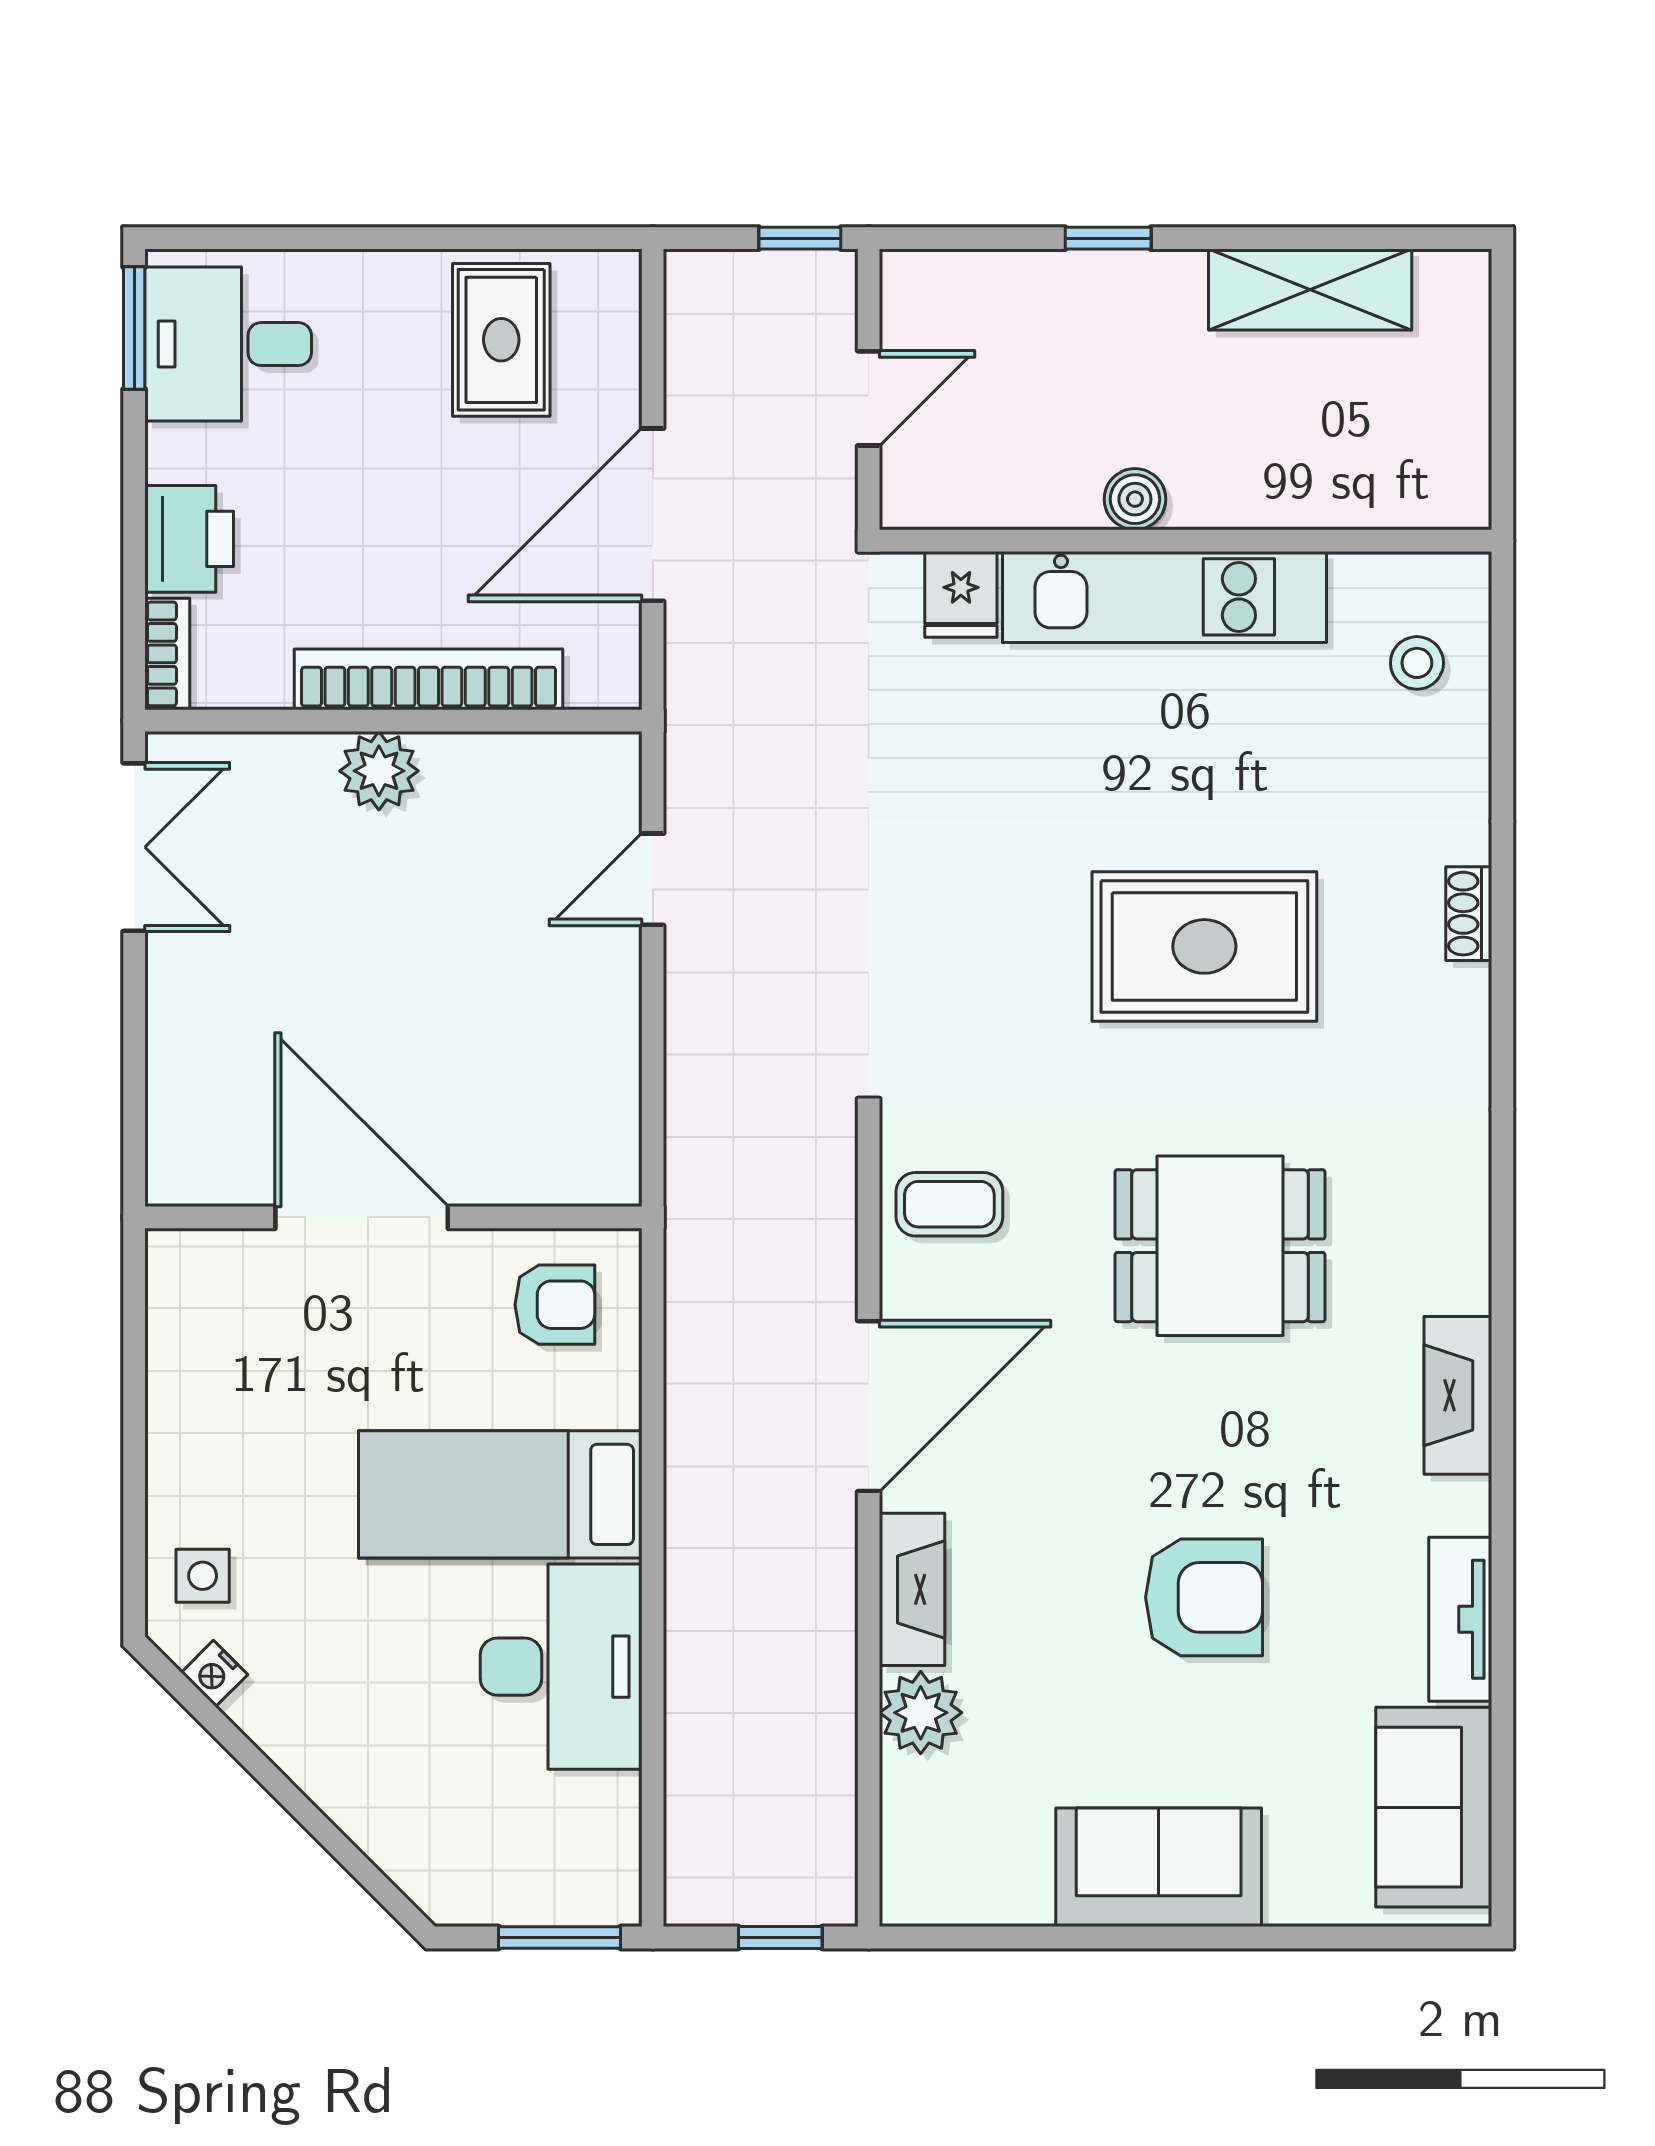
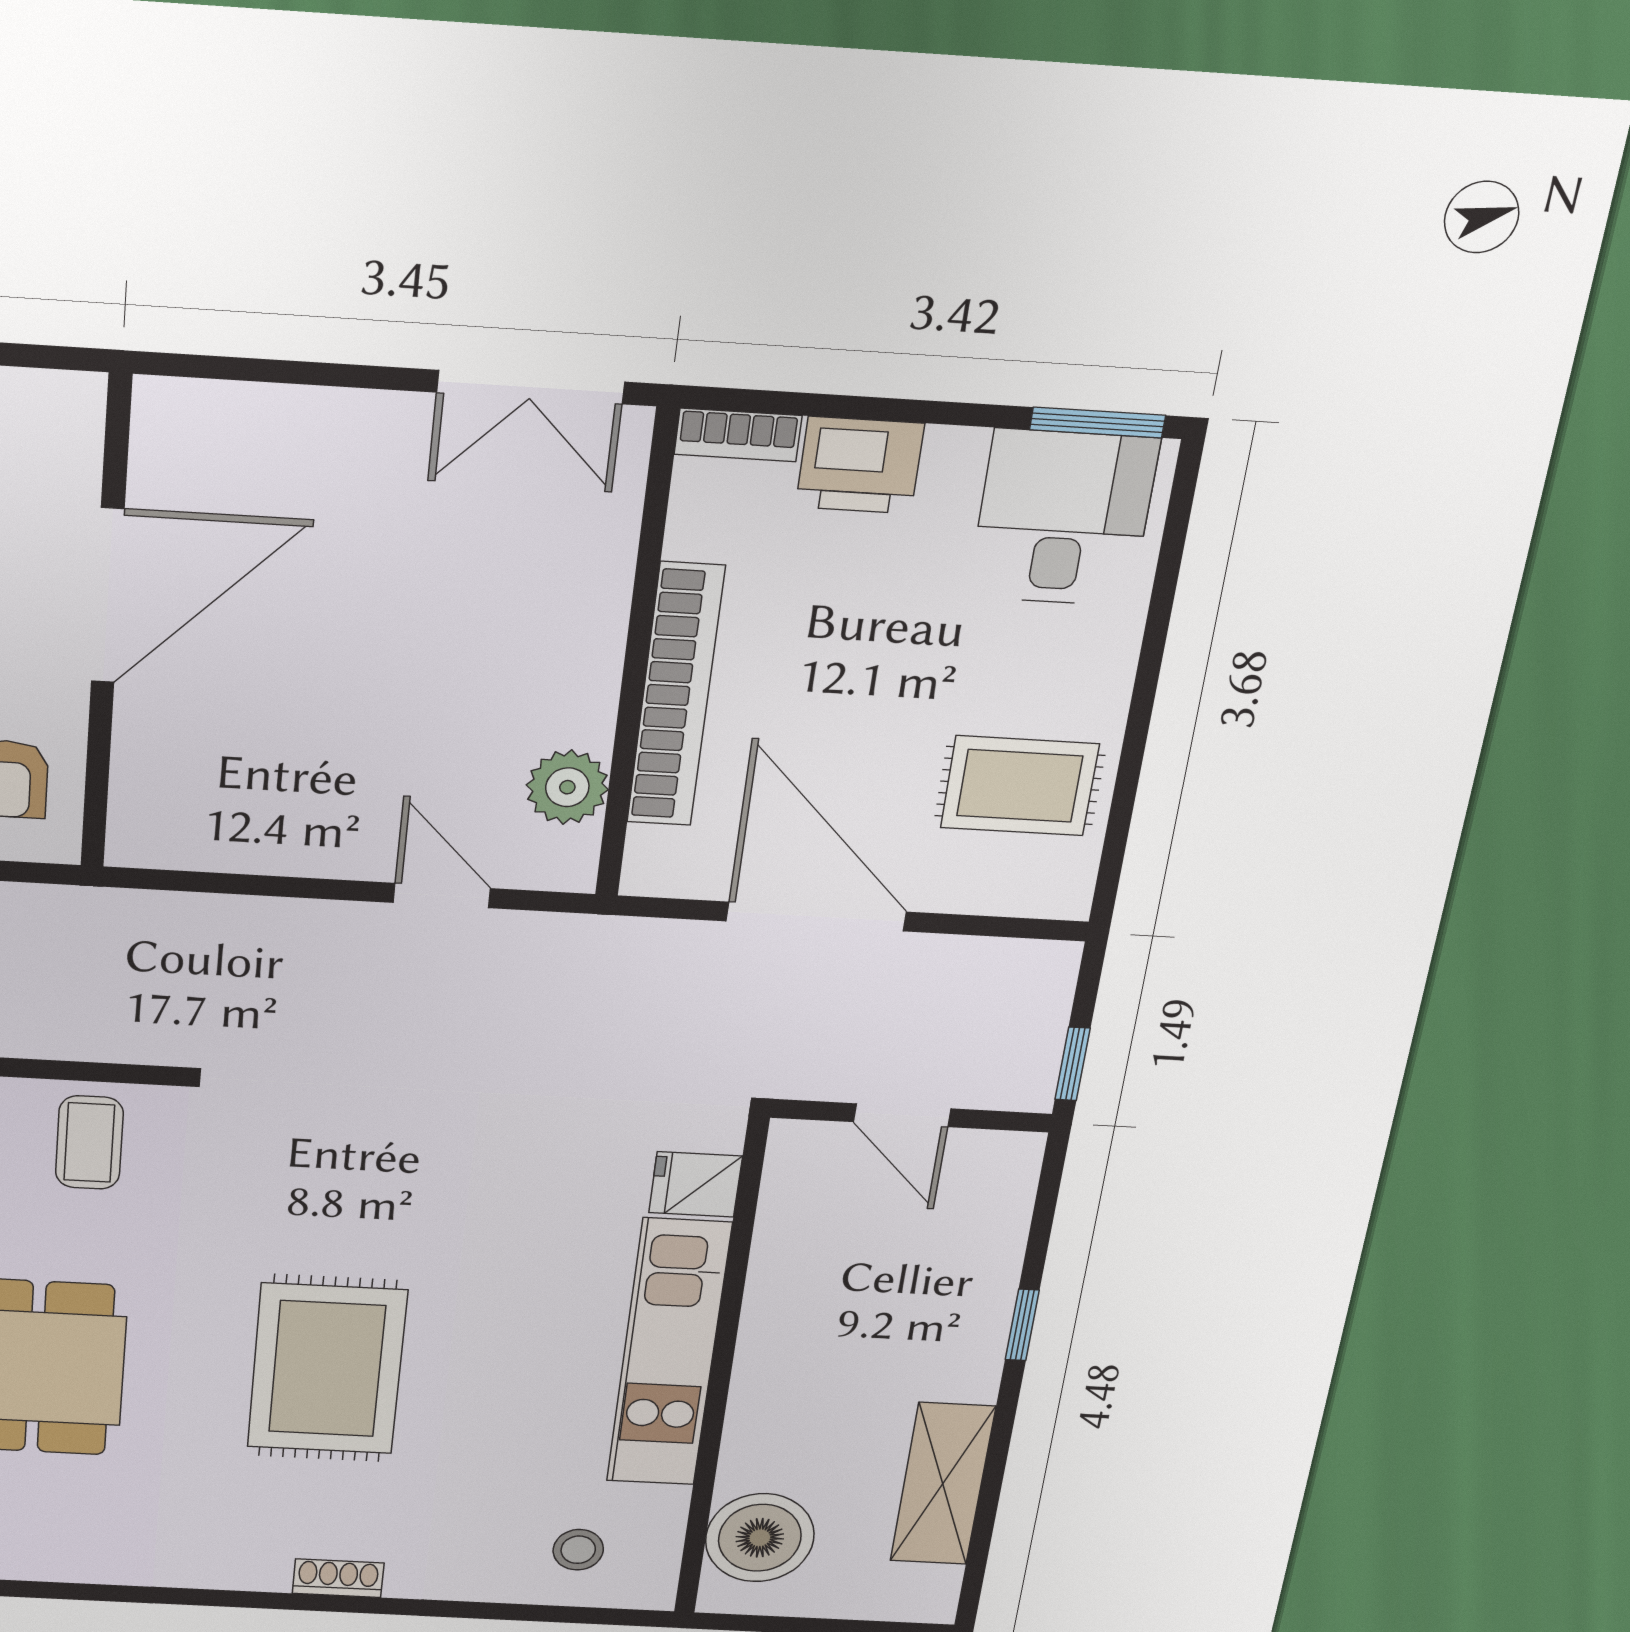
boiler: (1135, 499) -> (760, 1538), moved, width x1.86, depth x1.86
plant: (379, 771) -> (567, 787), moved

